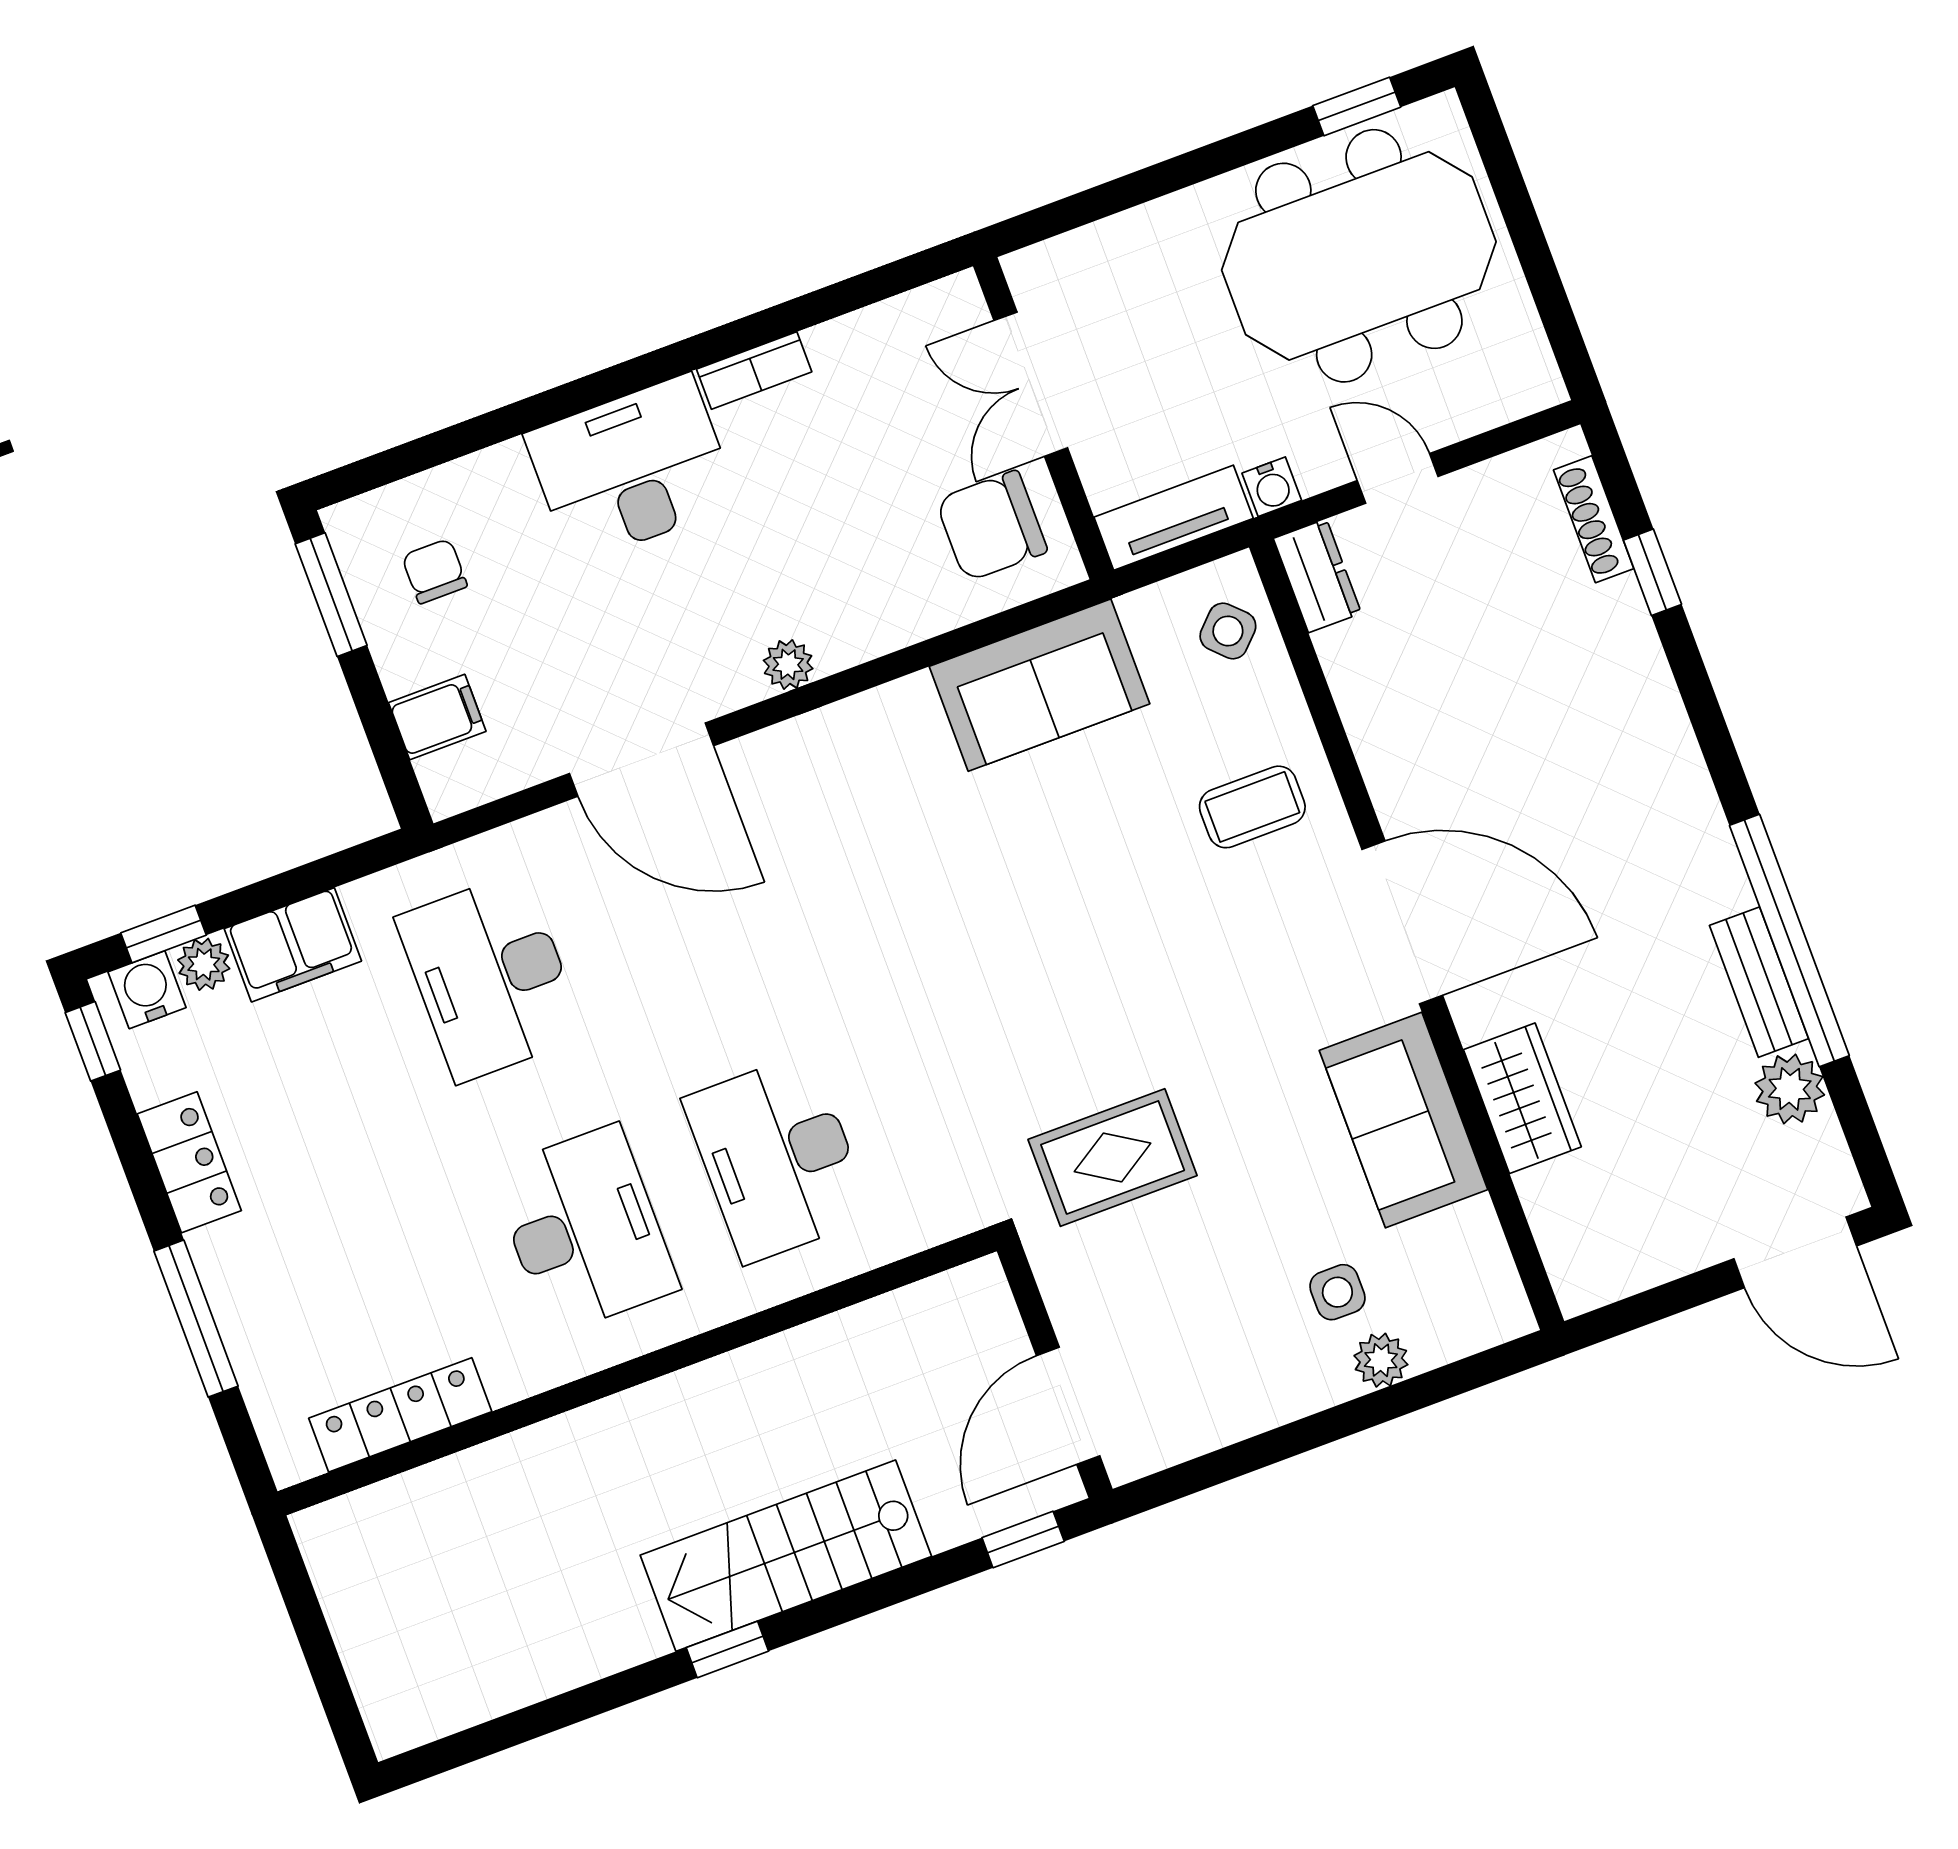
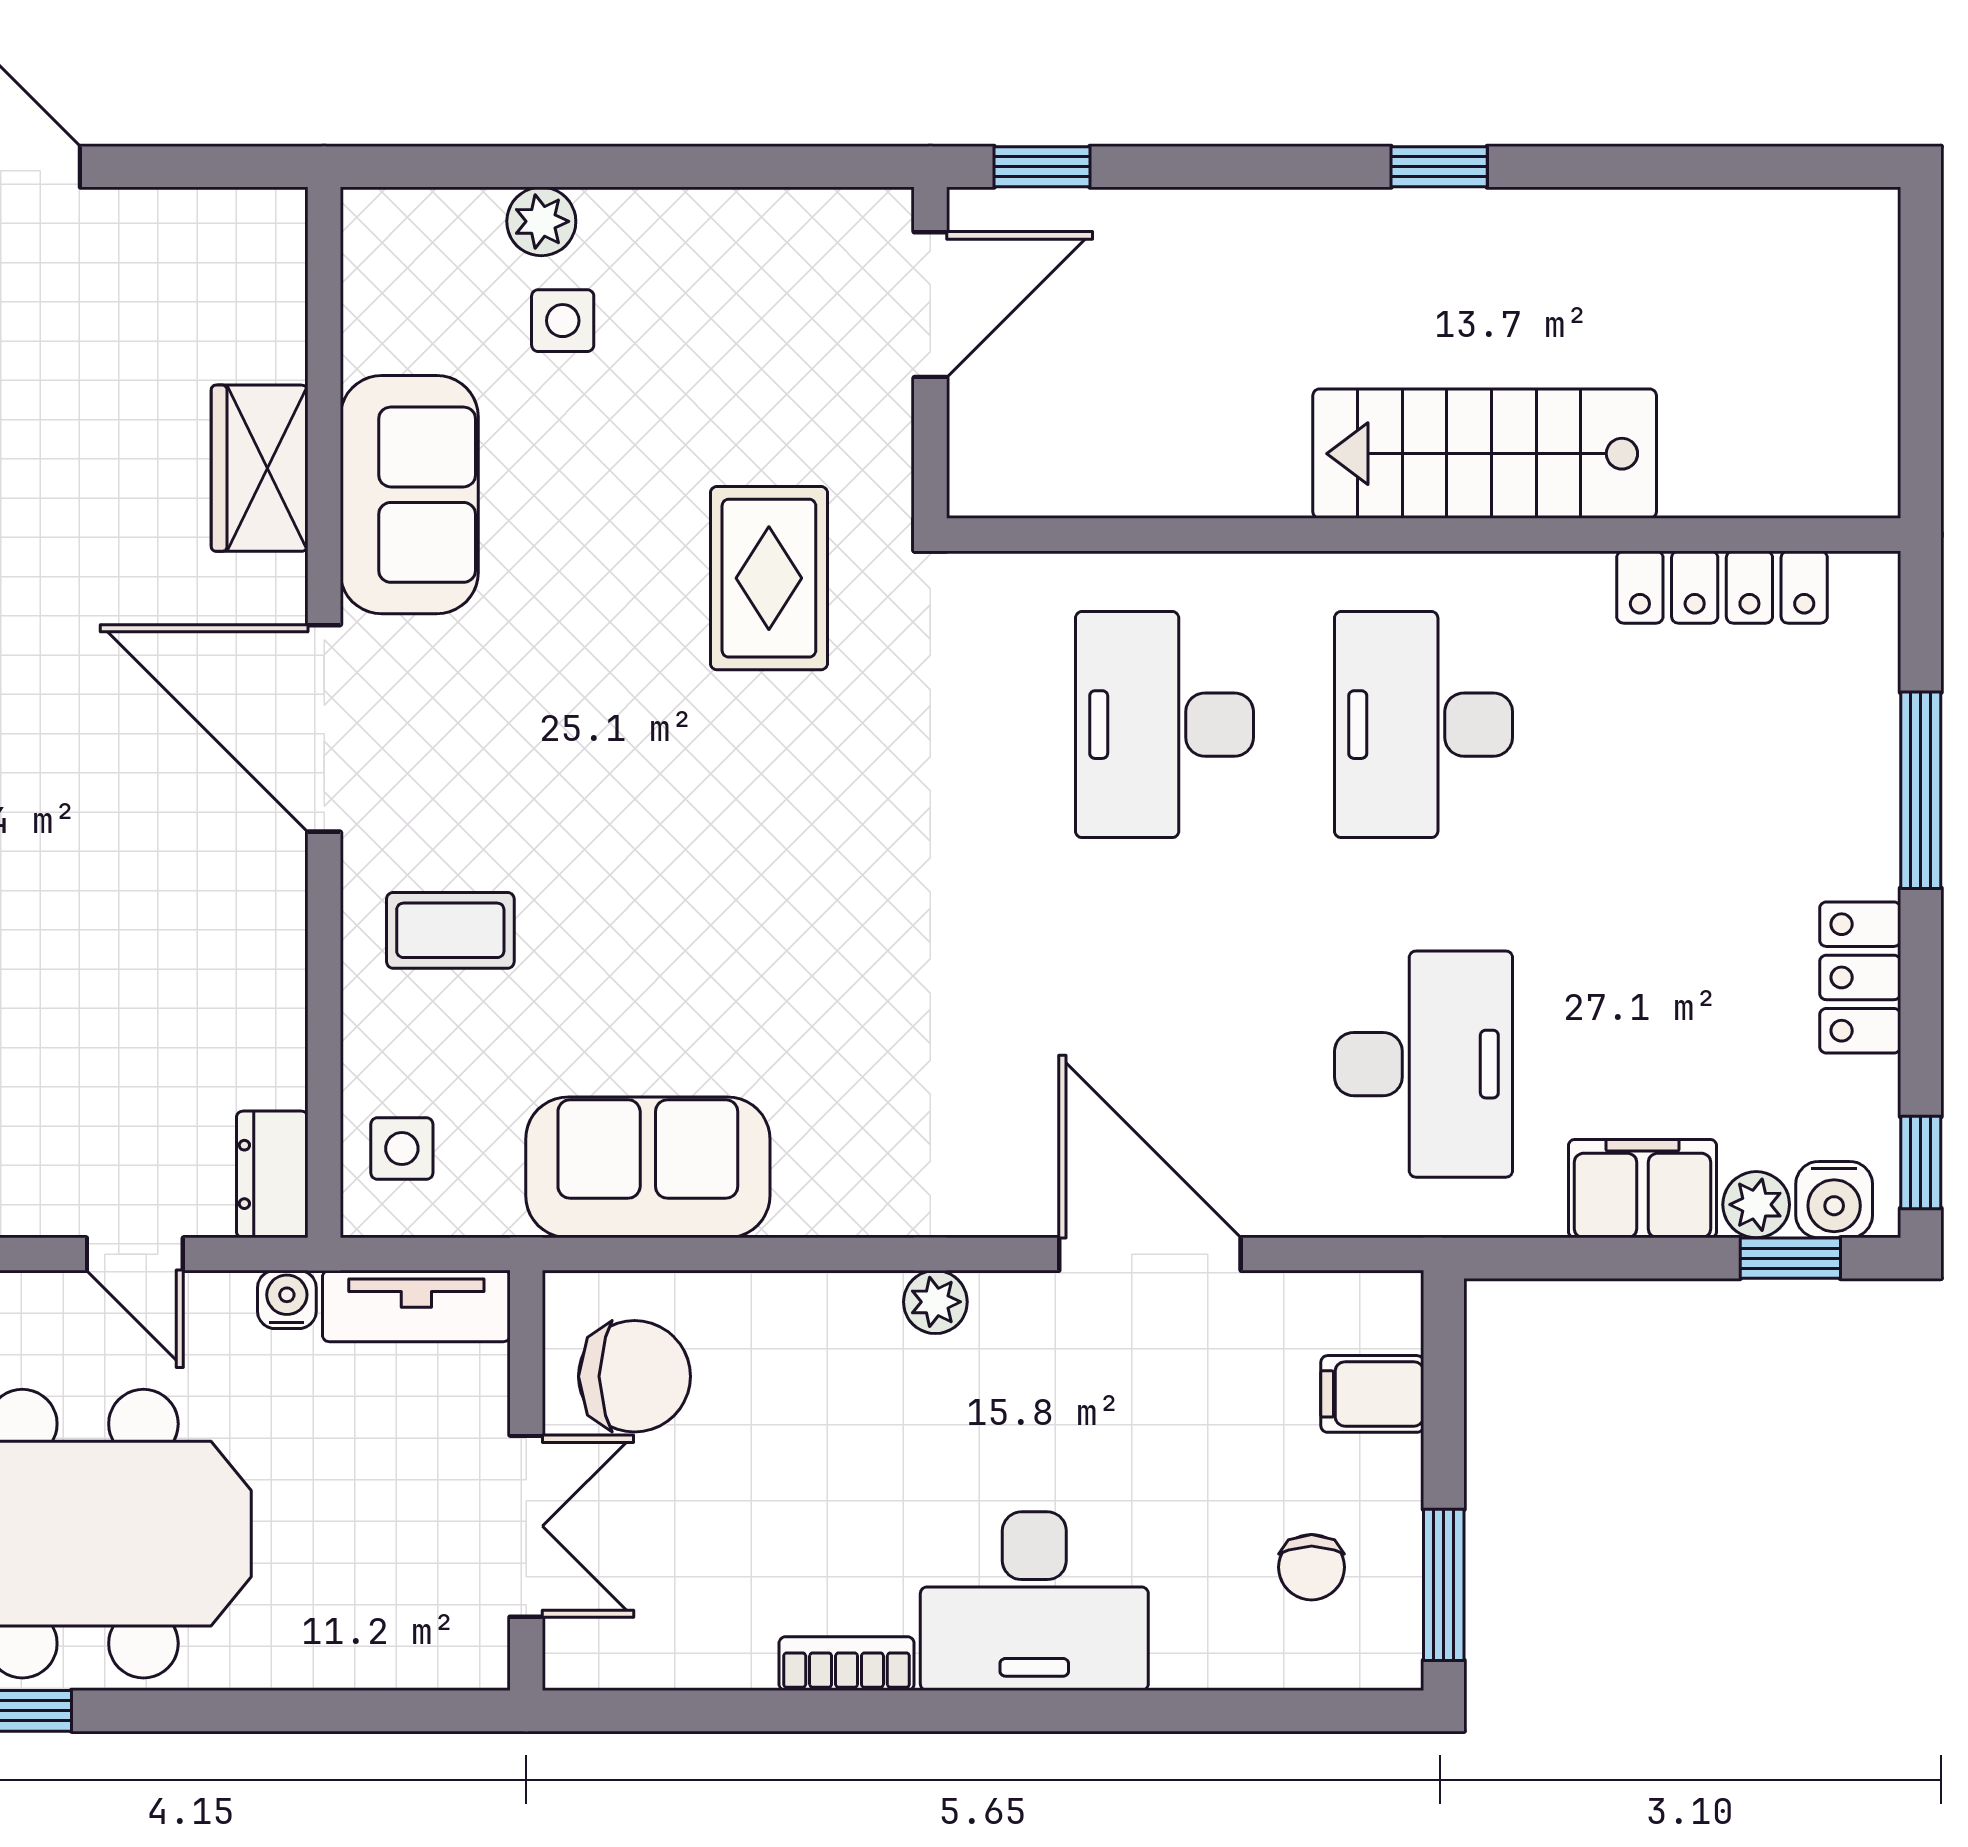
side table: (1228, 631) -> (402, 1149), turned 45
rug: (1113, 1157) -> (769, 578), turned 90
desk: (777, 1158) -> (1164, 725), turned 180
stairs: (786, 1556) -> (1485, 454), moved, turned 180

